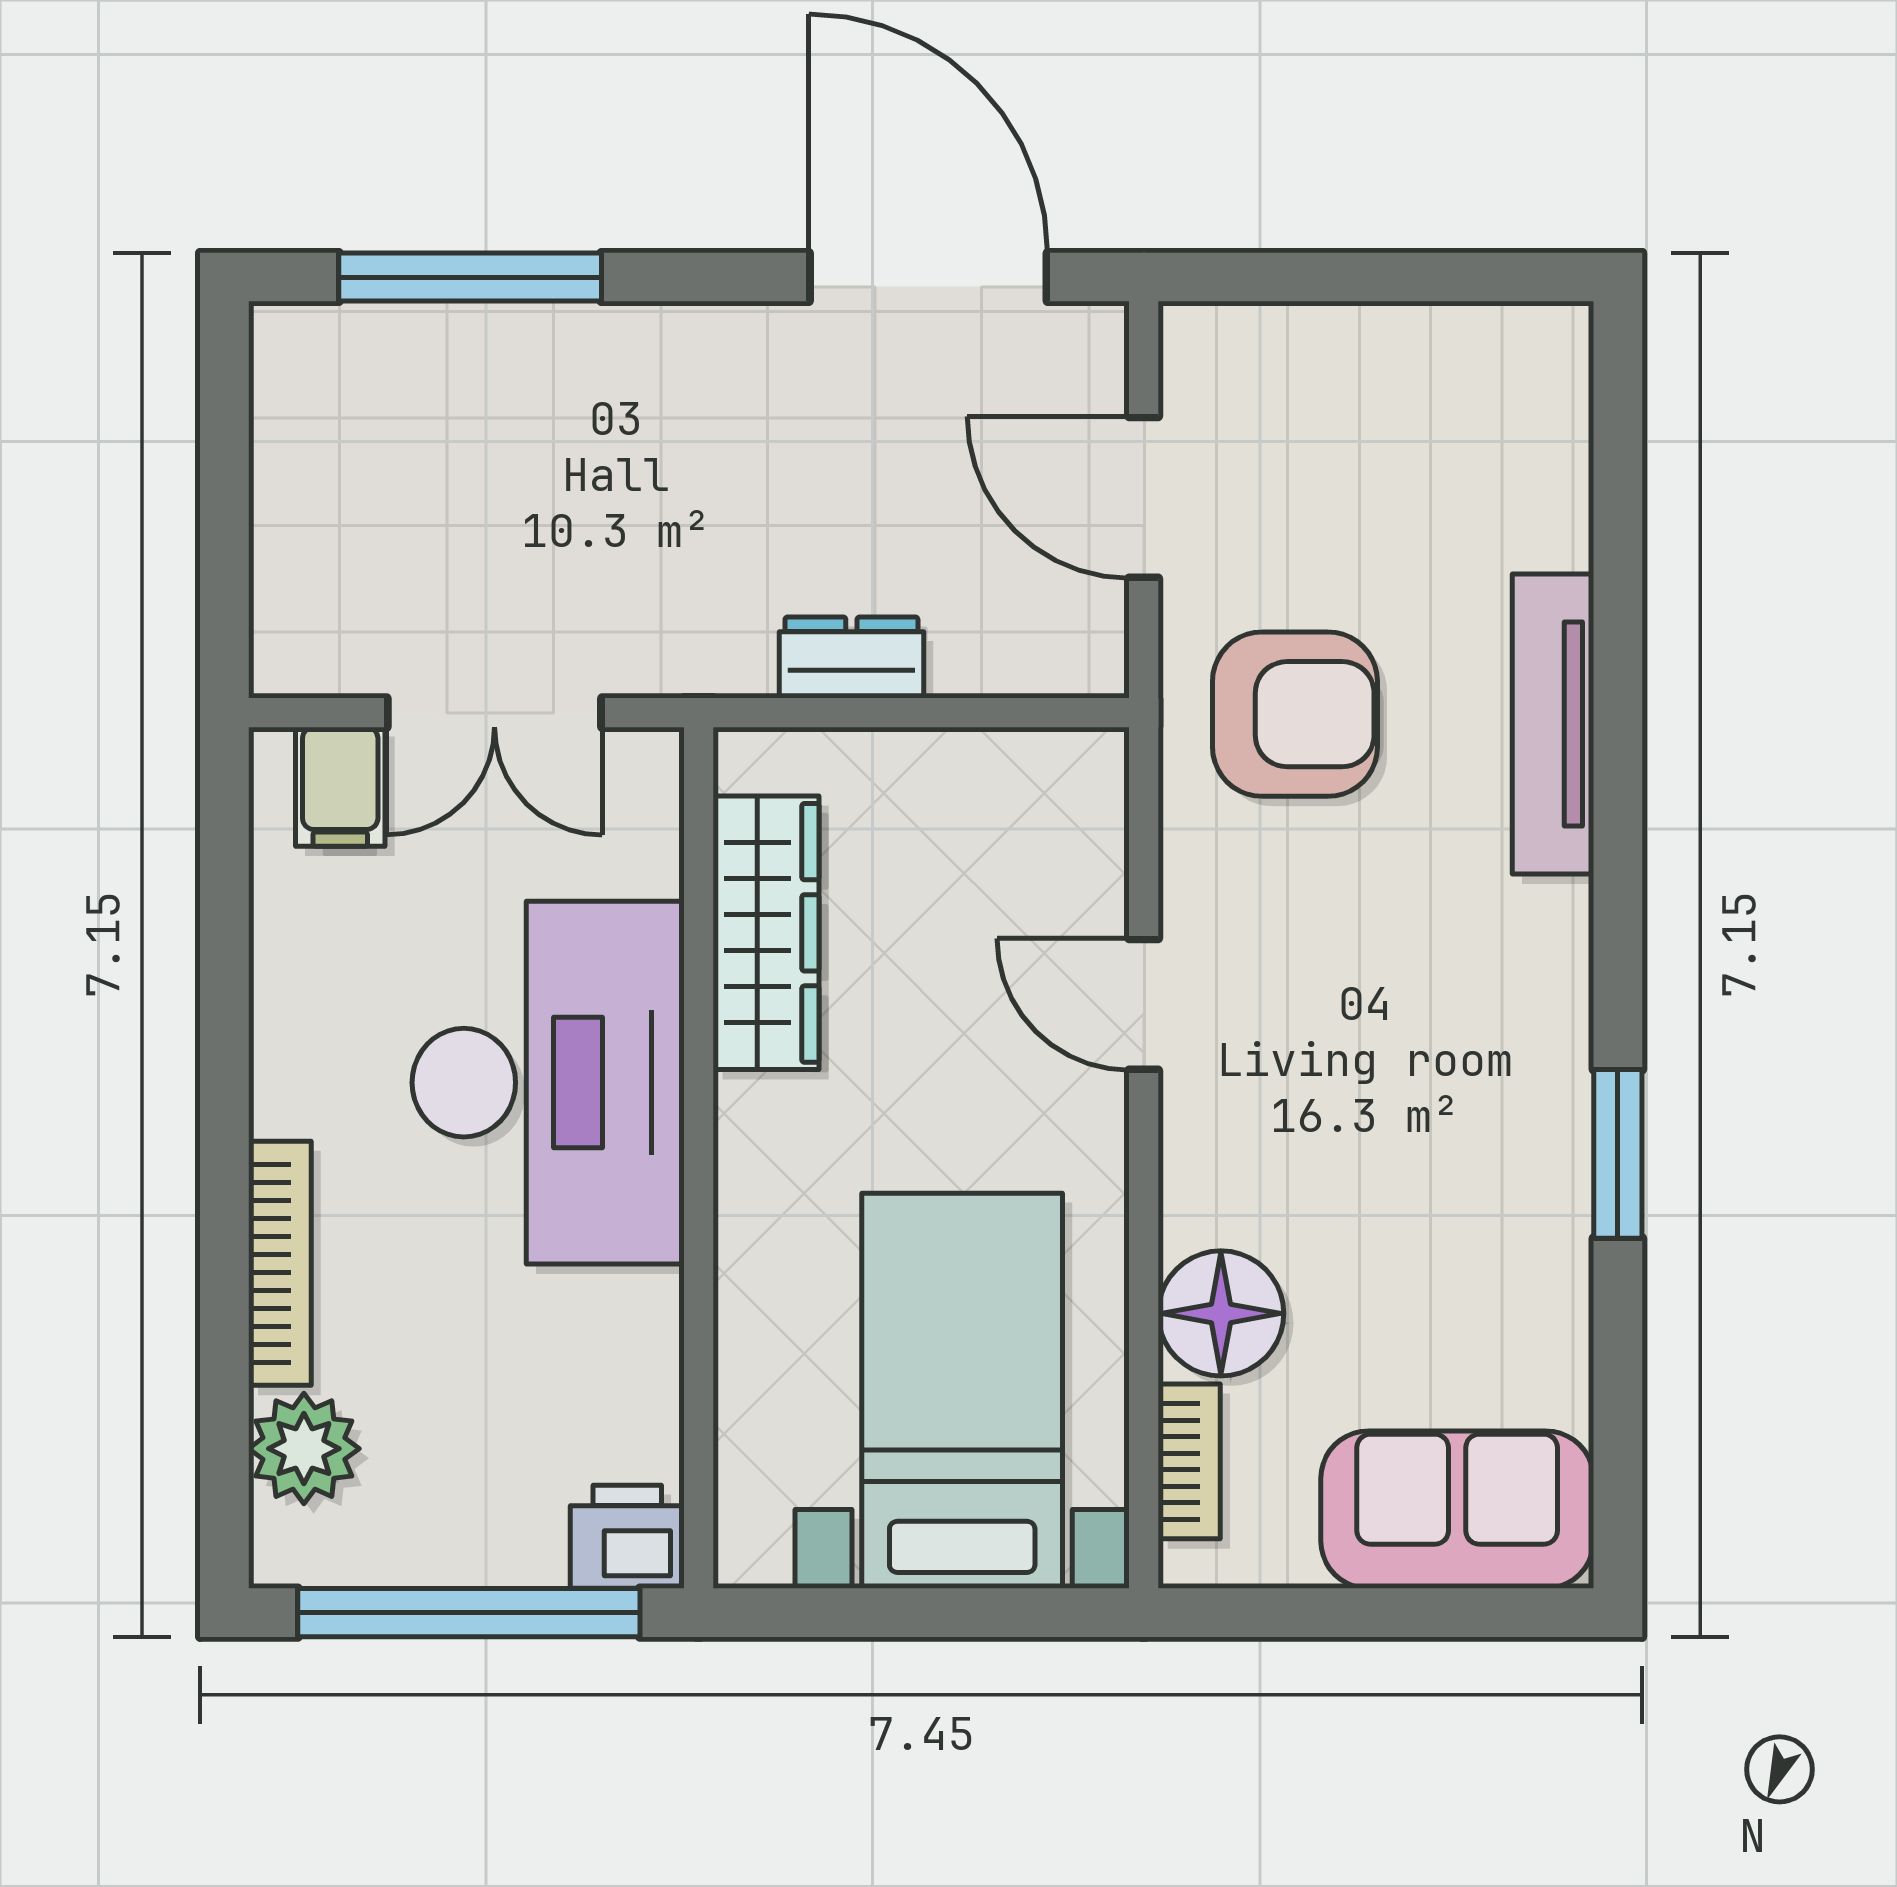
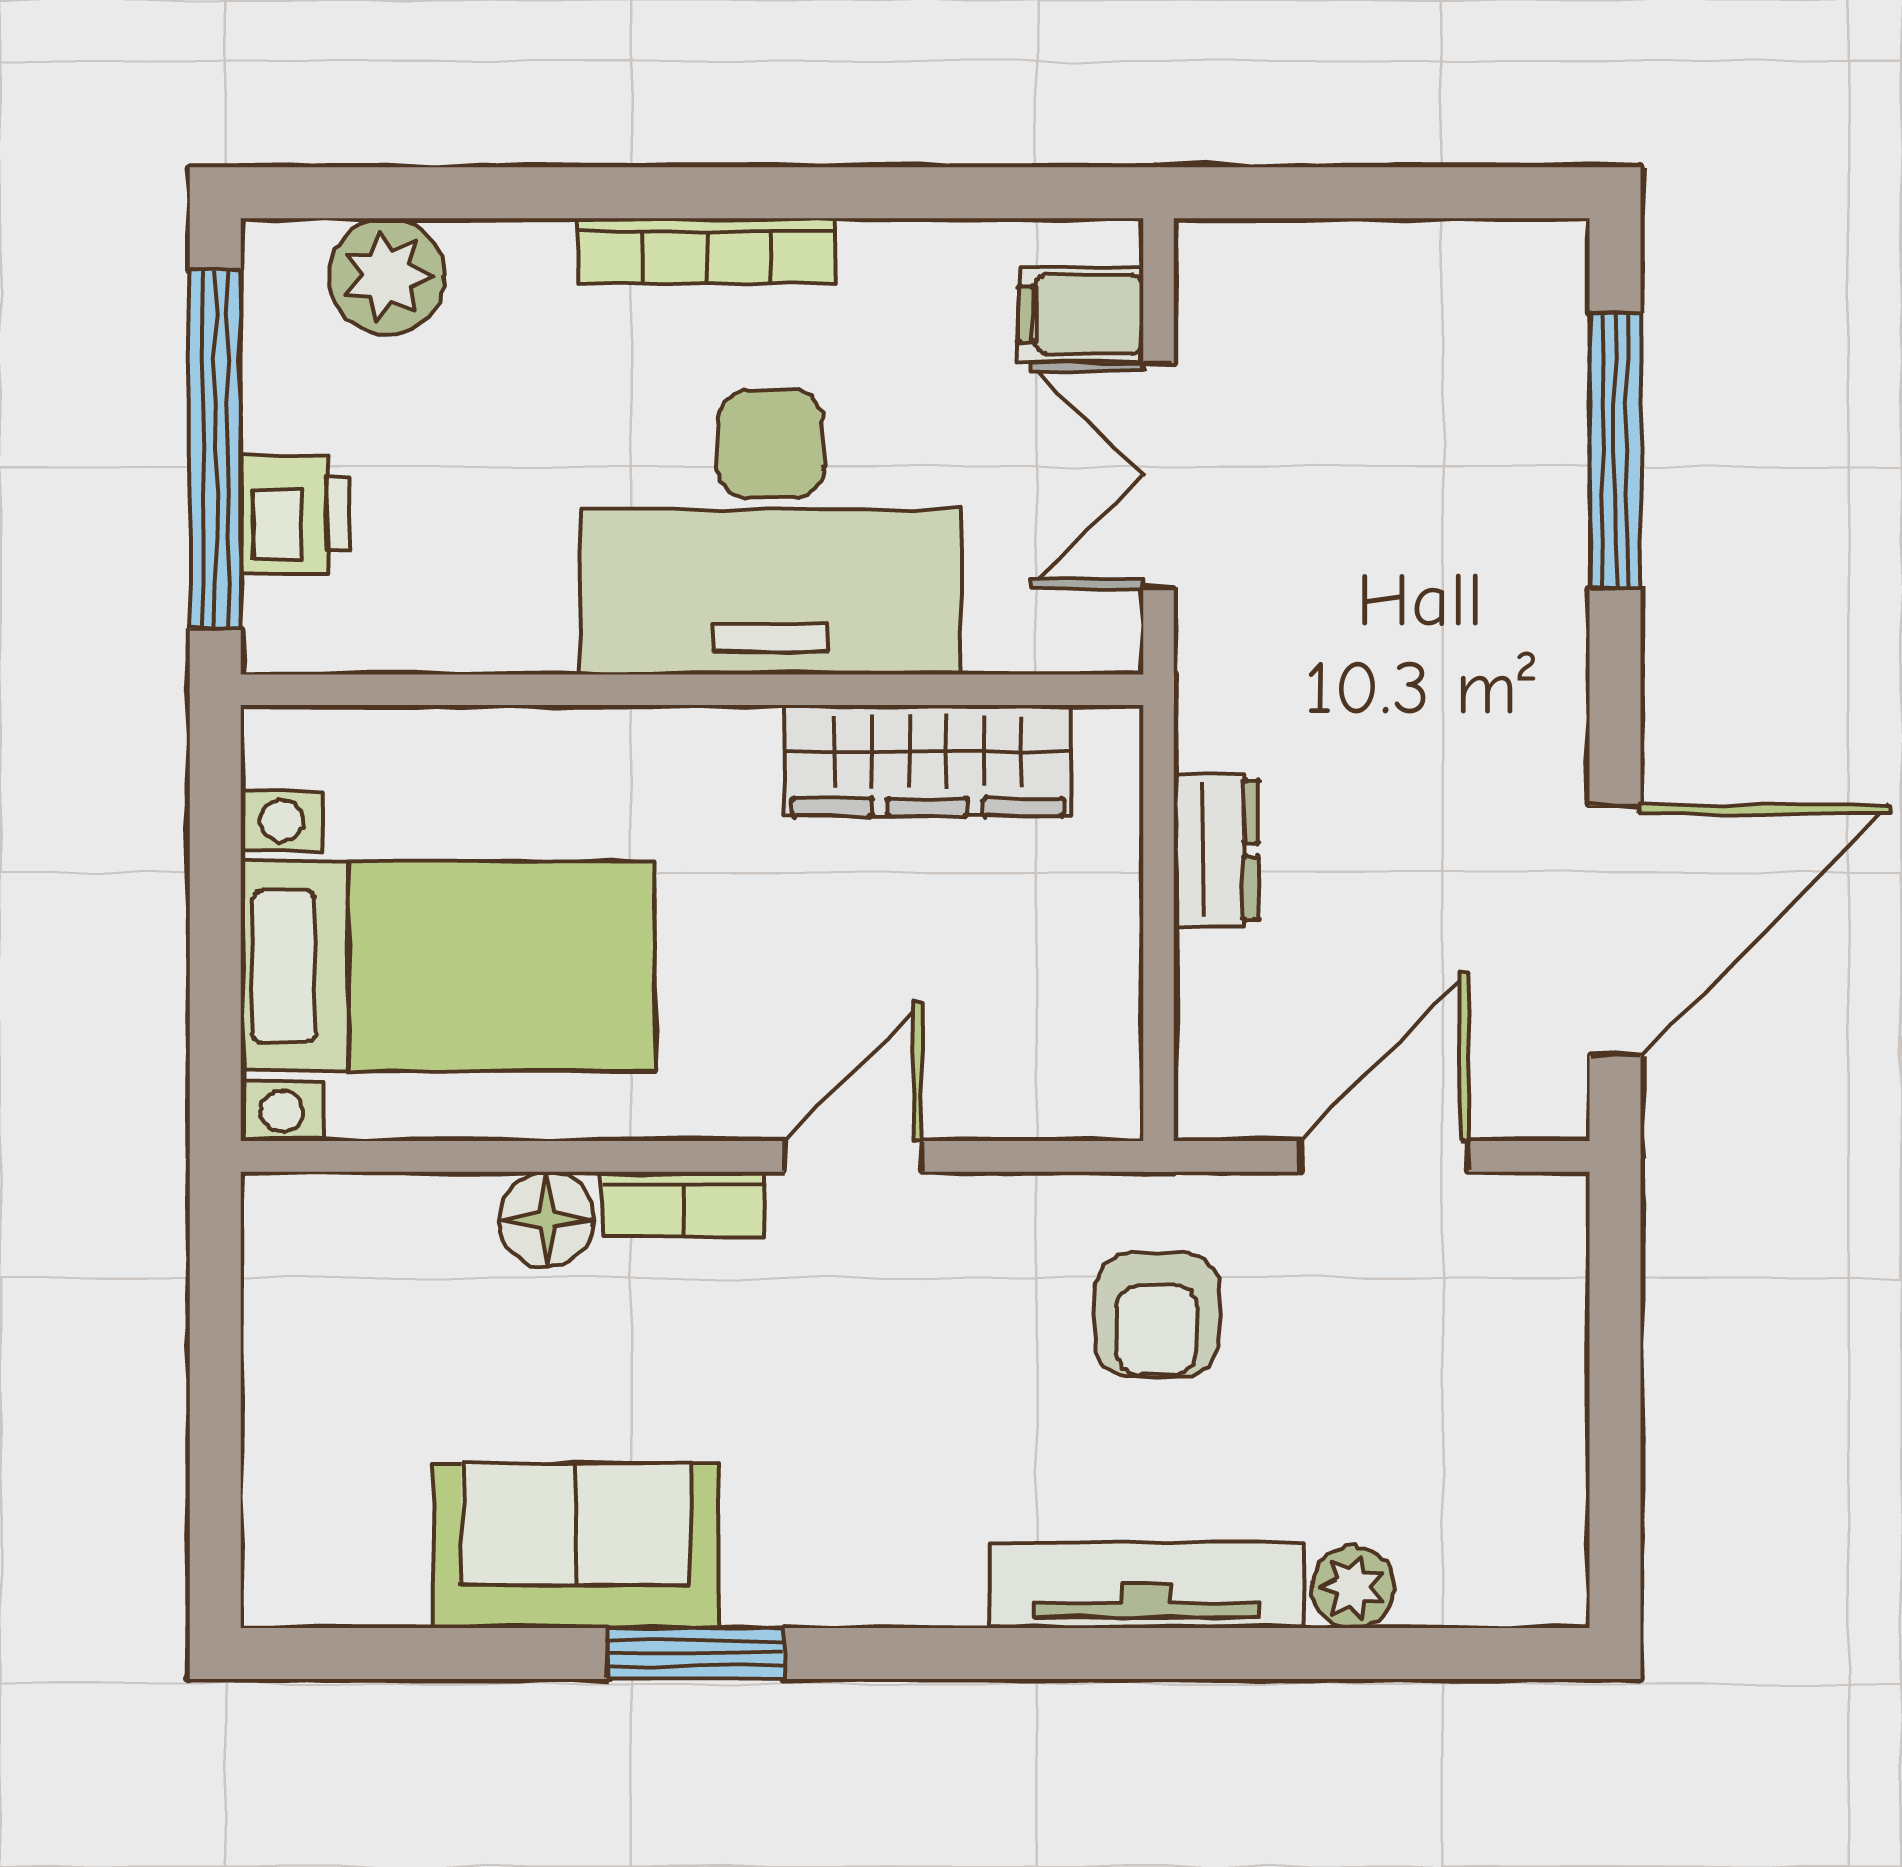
plant: (1555, 527) -> (1353, 1587), added
armchair: (1295, 714) -> (1157, 1315), width x0.72, depth x0.72
bookcase: (280, 1263) -> (707, 251), moved
floor lamp: (1221, 1313) -> (547, 1219), width x0.73, depth x0.73
bookcase: (1189, 1461) -> (684, 1204), moved
sofa: (1457, 1510) -> (576, 1546), moved, turned -90
printer: (627, 1537) -> (295, 514), moved

